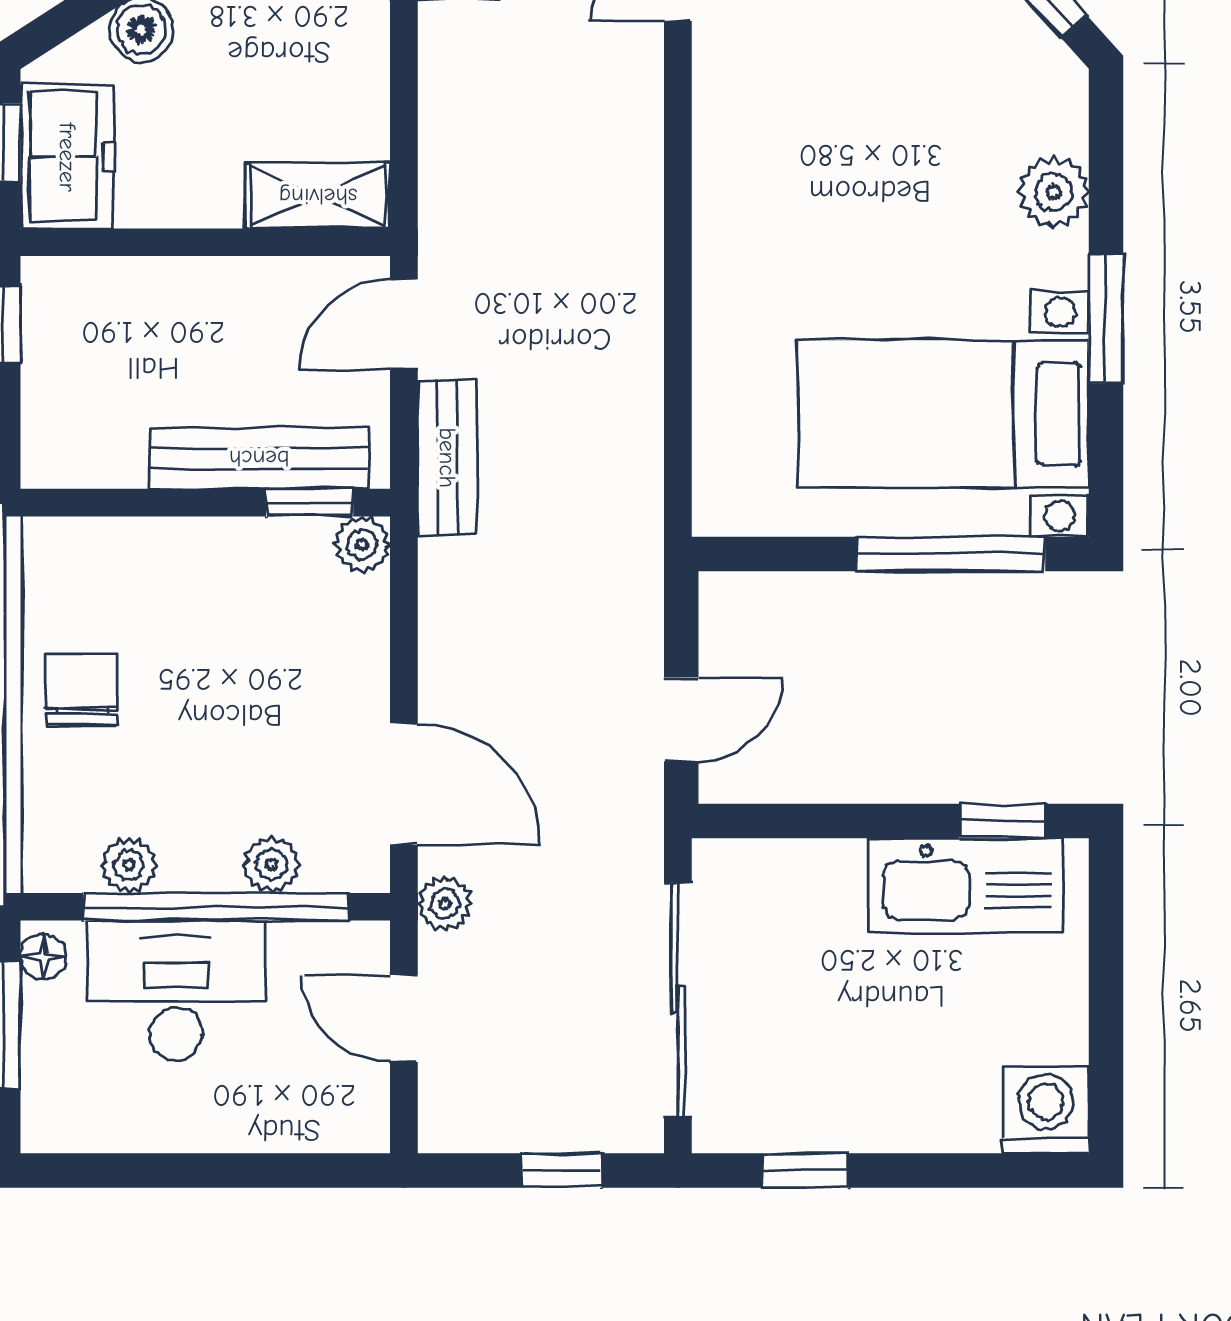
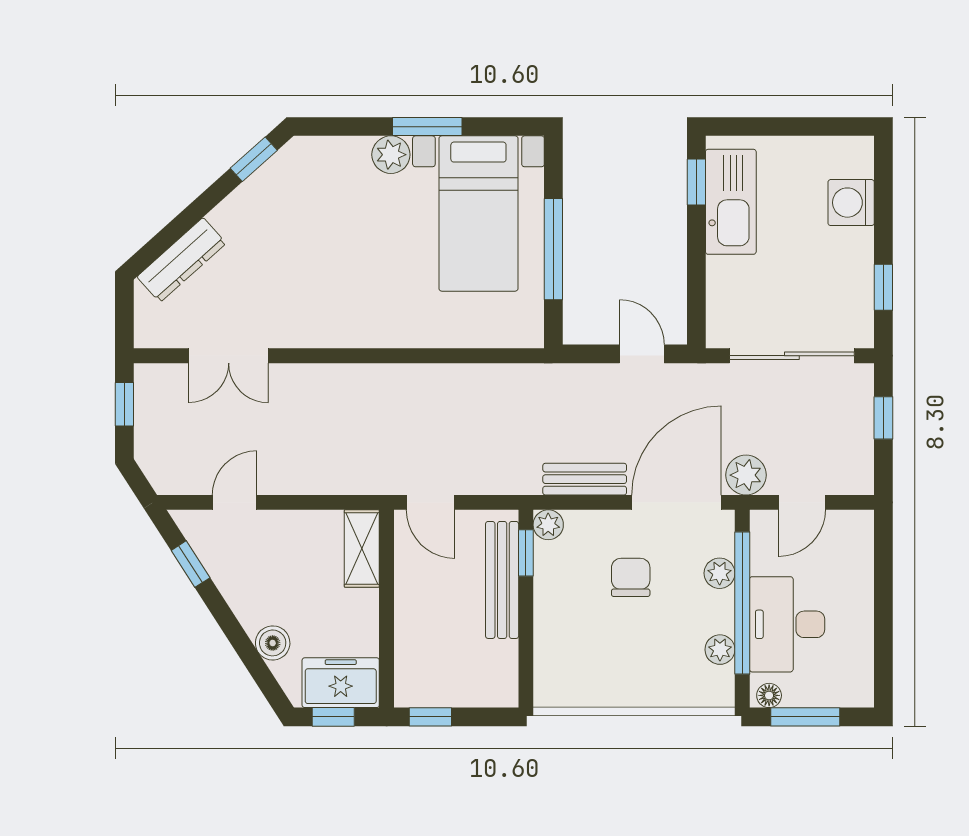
plant: (1054, 192) -> (391, 155), moved
bench: (447, 458) -> (585, 479), moved
window: (951, 554) -> (553, 249), moved
chair: (82, 690) -> (631, 577), moved, turned 90
door: (404, 784) -> (676, 502), width x1.36
plant: (445, 904) -> (746, 475), width x1.38, depth x1.38
washing machine: (1046, 1110) -> (851, 203), moved

